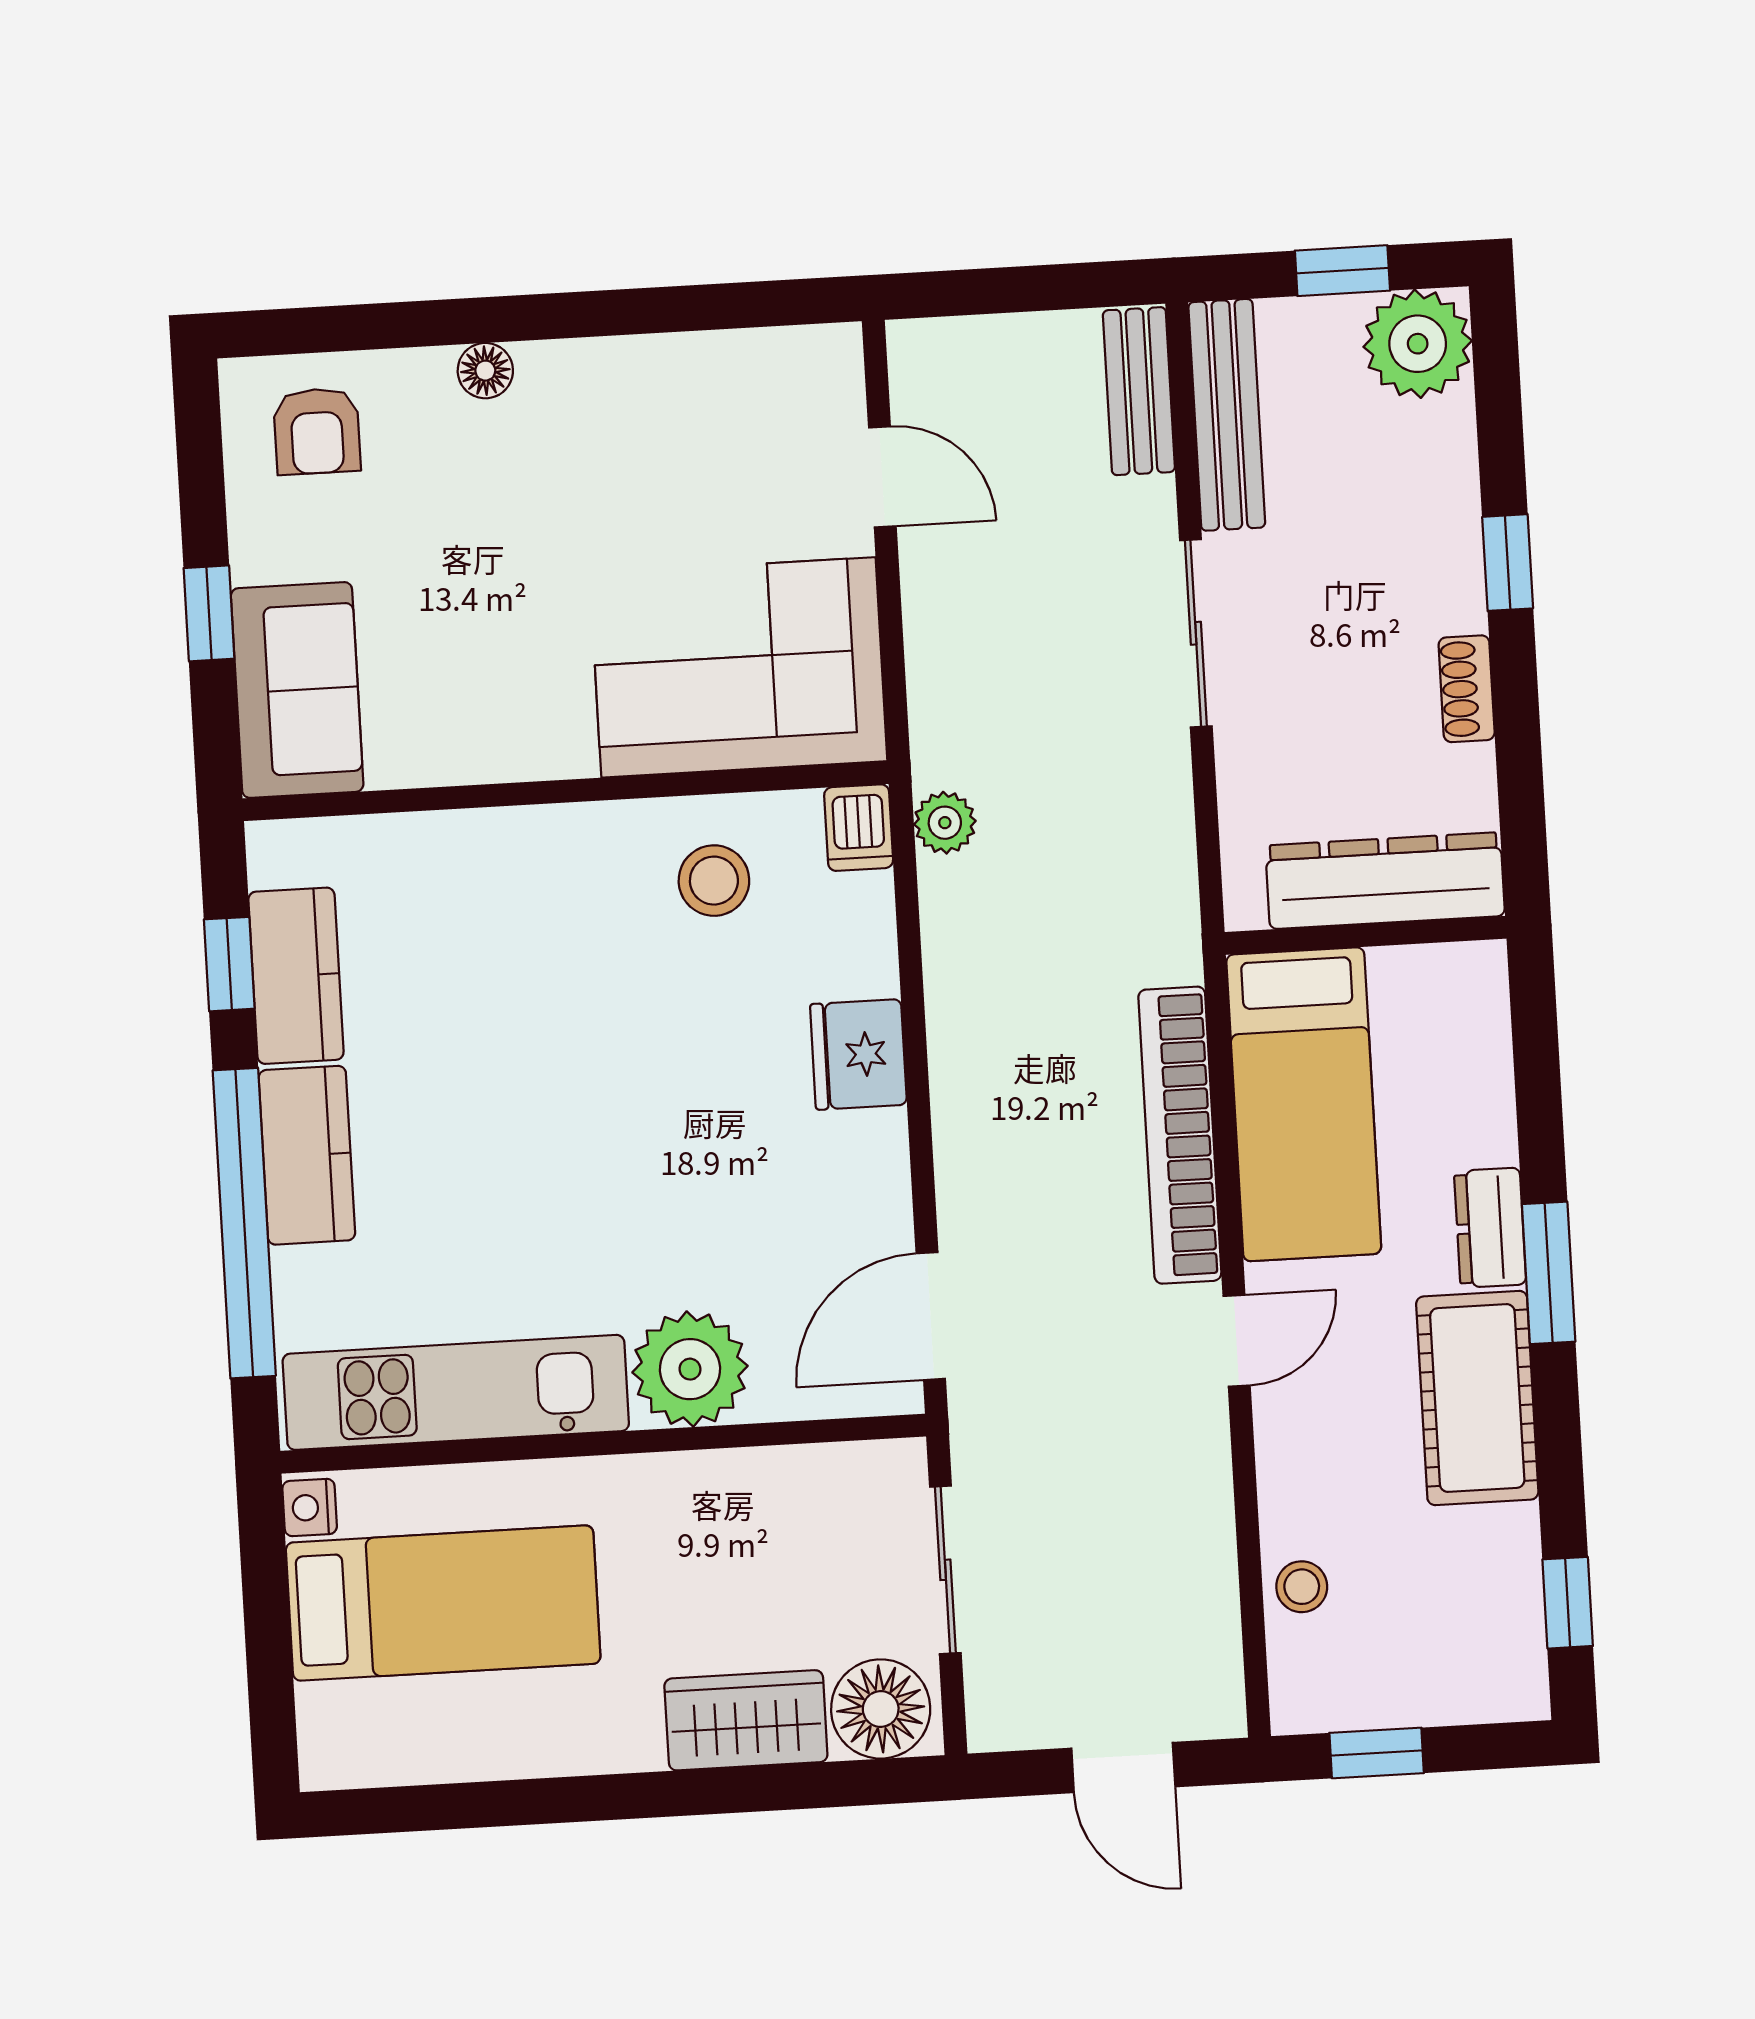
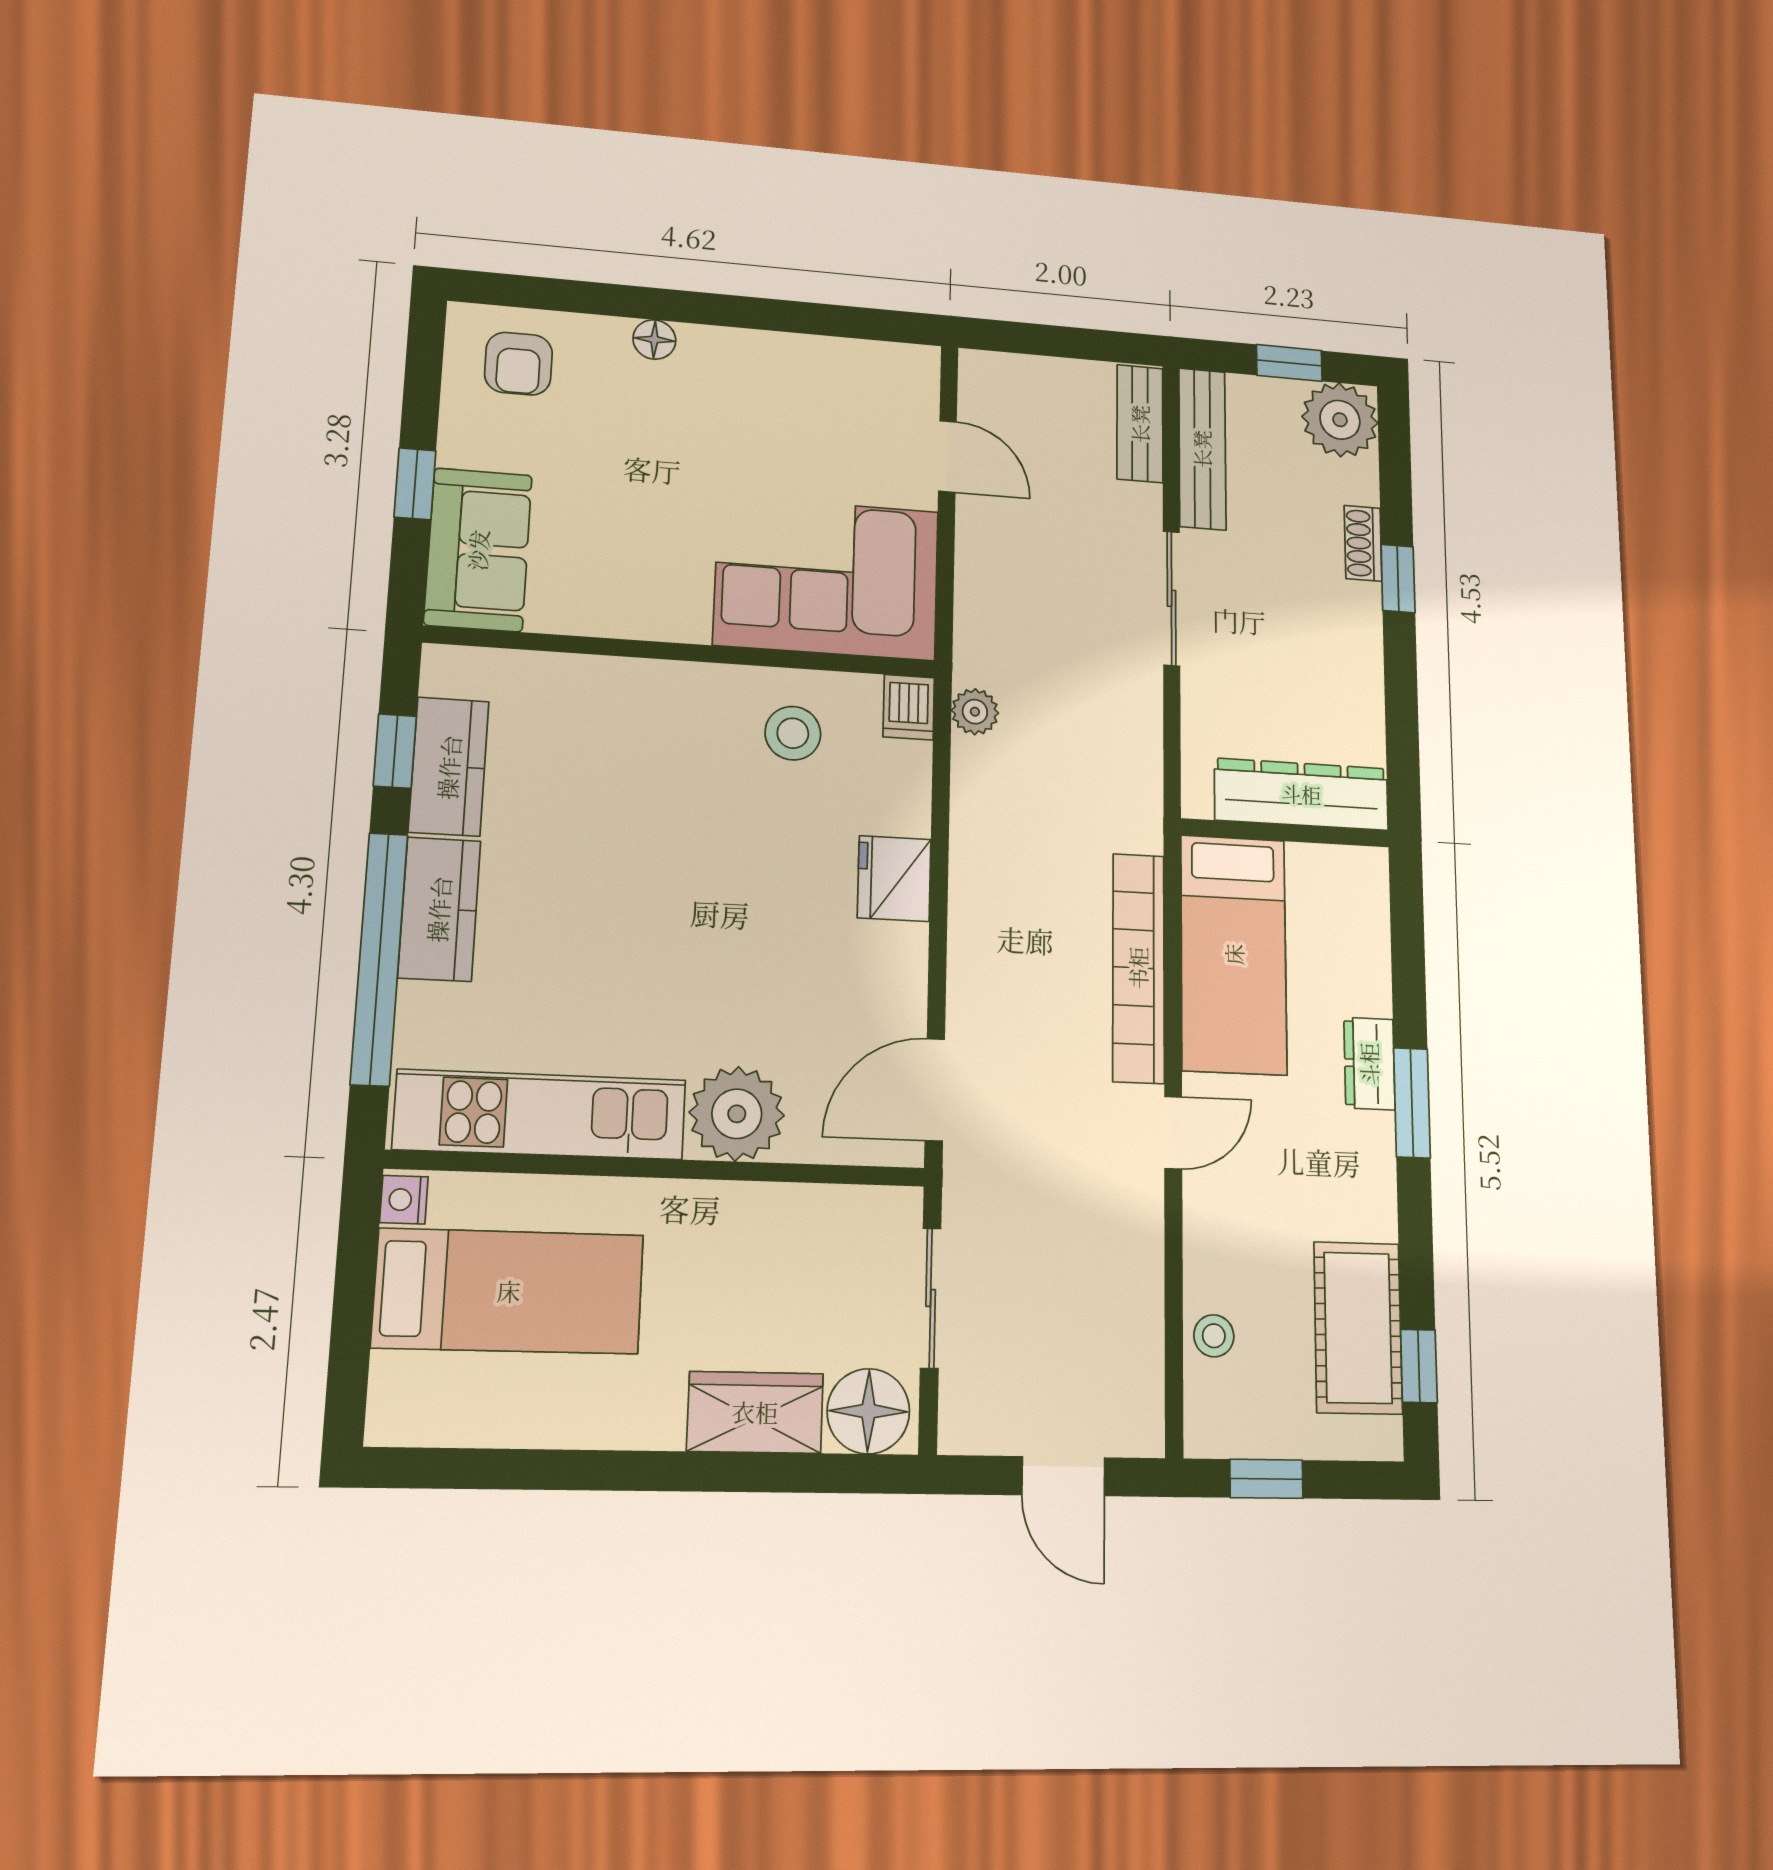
shoe rack: (1467, 689) -> (1363, 543), moved
cot: (1477, 1398) -> (1358, 1328), moved

